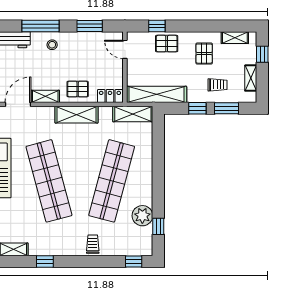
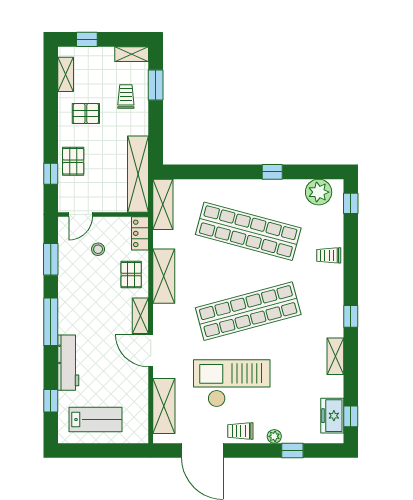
stool: (52, 45) -> (98, 249), moved
shelving: (251, 78) -> (132, 54), moved
window: (197, 108) -> (156, 122), removed
plant: (142, 216) -> (319, 192), moved
window: (158, 226) -> (272, 172), moved

